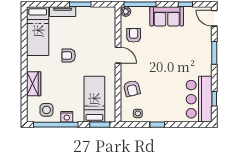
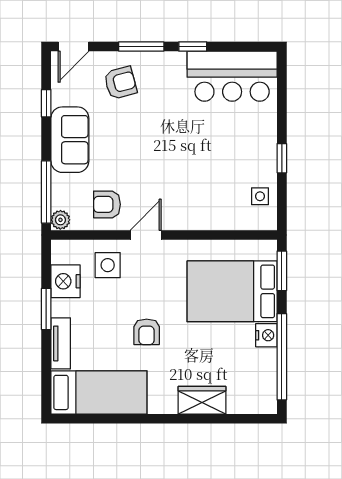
nightstand: (94, 14) -> (66, 281), added
armchair: (132, 88) -> (120, 83), moved
bed: (94, 99) -> (232, 291), width x1.50
window: (214, 99) -> (193, 46), moved
side table: (46, 110) -> (108, 265), moved

